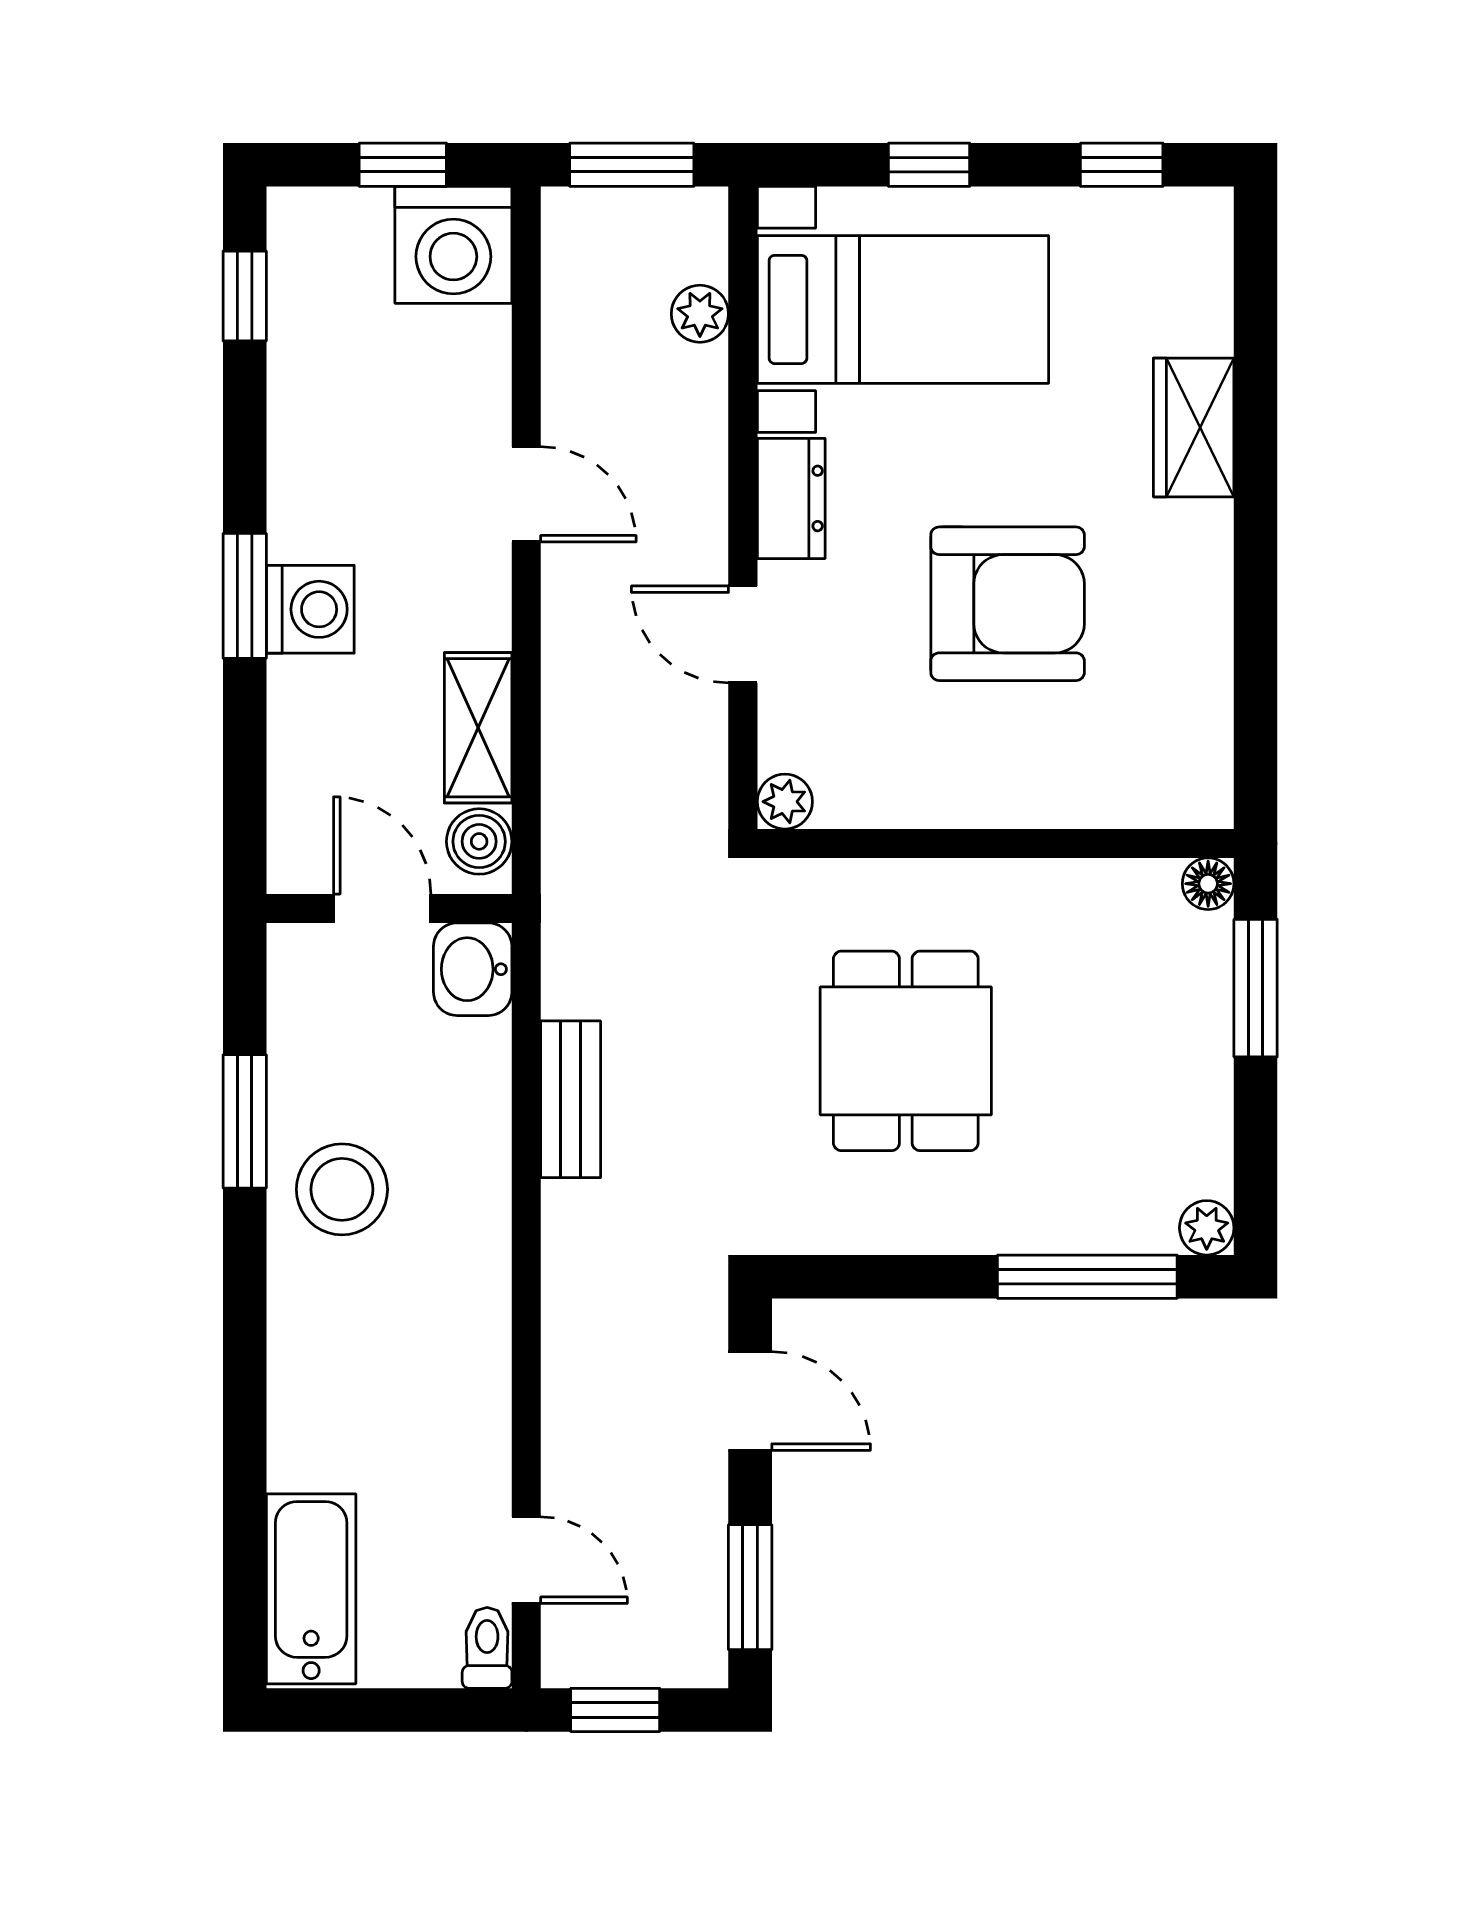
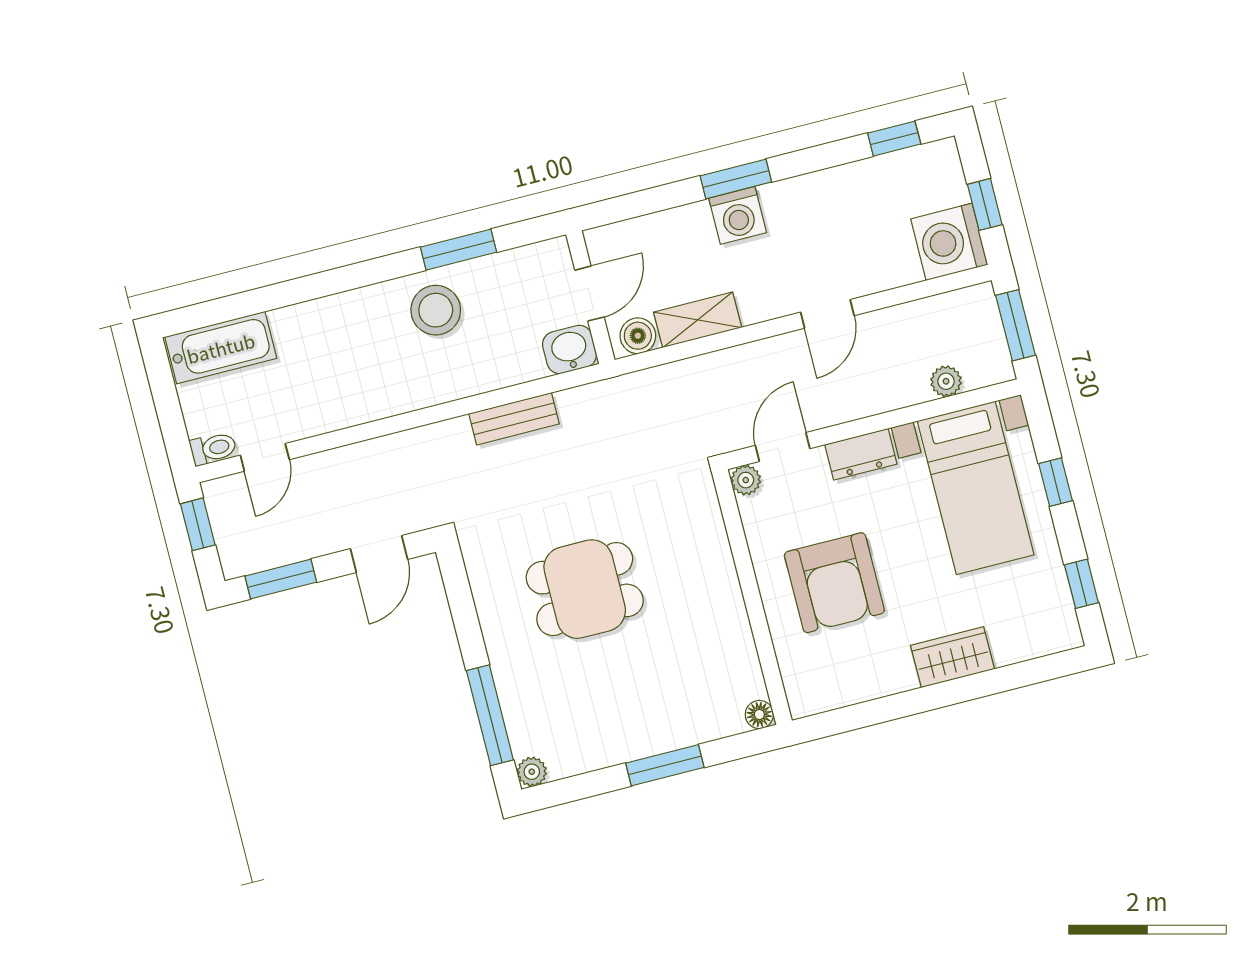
plant: (785, 802) -> (746, 480), moved
wall: (996, 843) -> (752, 597), moved
floor lamp: (1208, 884) -> (759, 714), moved

